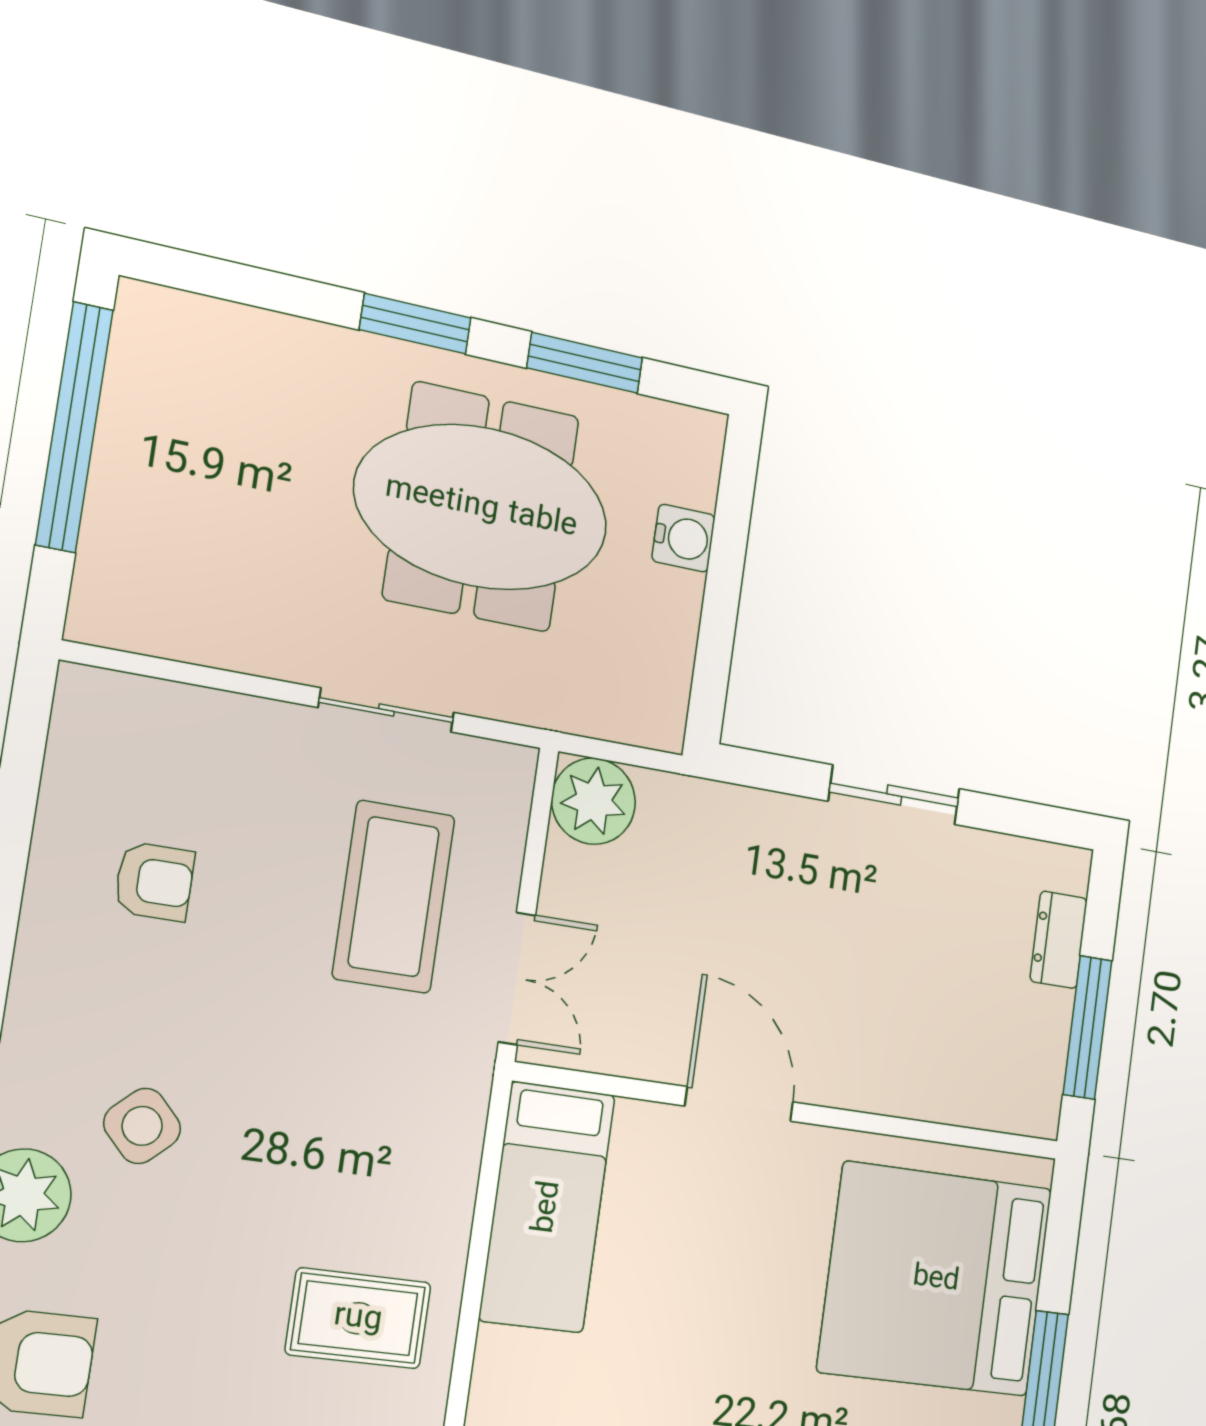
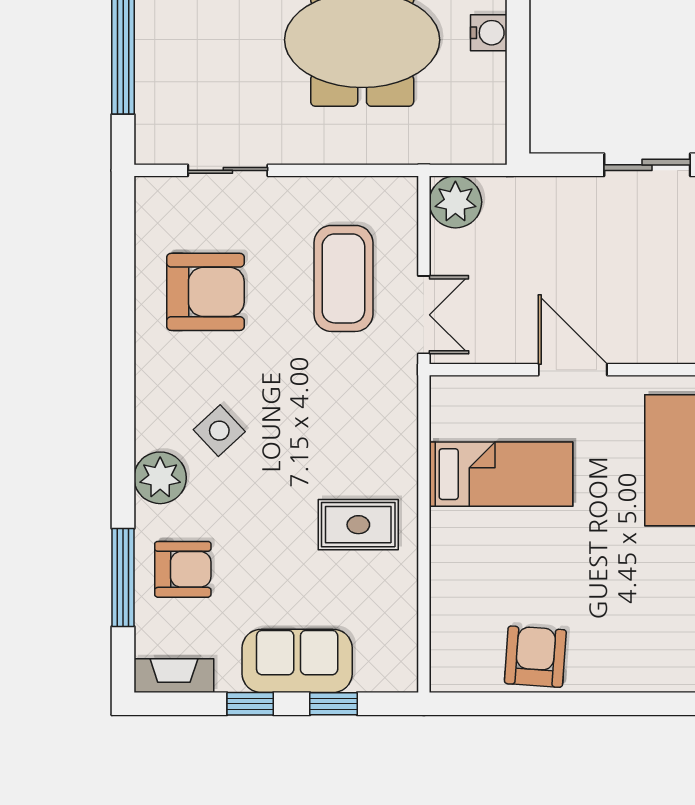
sliding door: (386, 710) -> (228, 170), moved
armchair: (154, 881) -> (206, 292), width x1.88, depth x1.88
bed: (547, 1207) -> (501, 474), moved, turned -90

